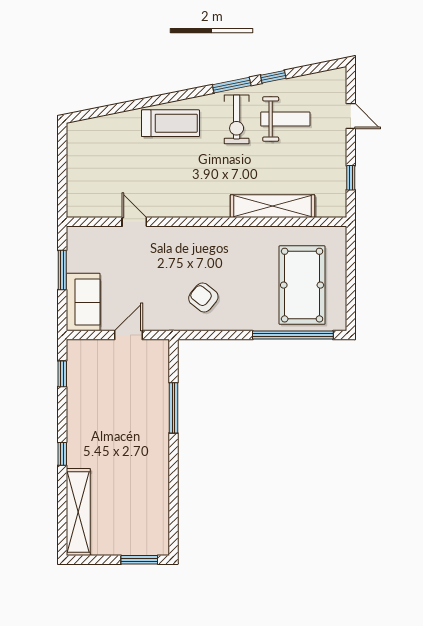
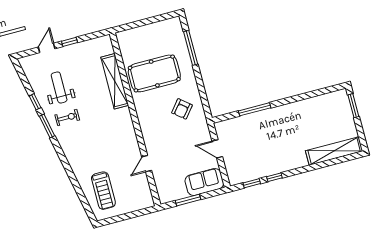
exercise bike: (237, 119) -> (67, 117), width x0.73, depth x0.72
treadmill: (170, 123) -> (103, 191), moved, turned 180
window: (351, 178) -> (70, 42), moved
pool table: (302, 285) -> (154, 73), moved
window: (293, 335) -> (191, 48), width x0.68
window: (62, 454) -> (274, 177), moved

